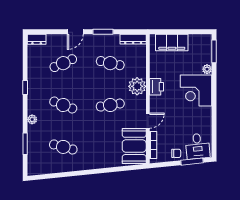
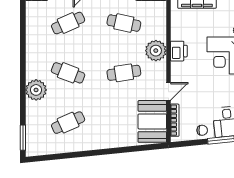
window: (25, 88) -> (23, 52), removed
plant: (32, 119) -> (36, 90), width x1.88, depth x1.88
window: (25, 144) -> (23, 138), moved
cafe table: (63, 147) -> (68, 123), turned -39

